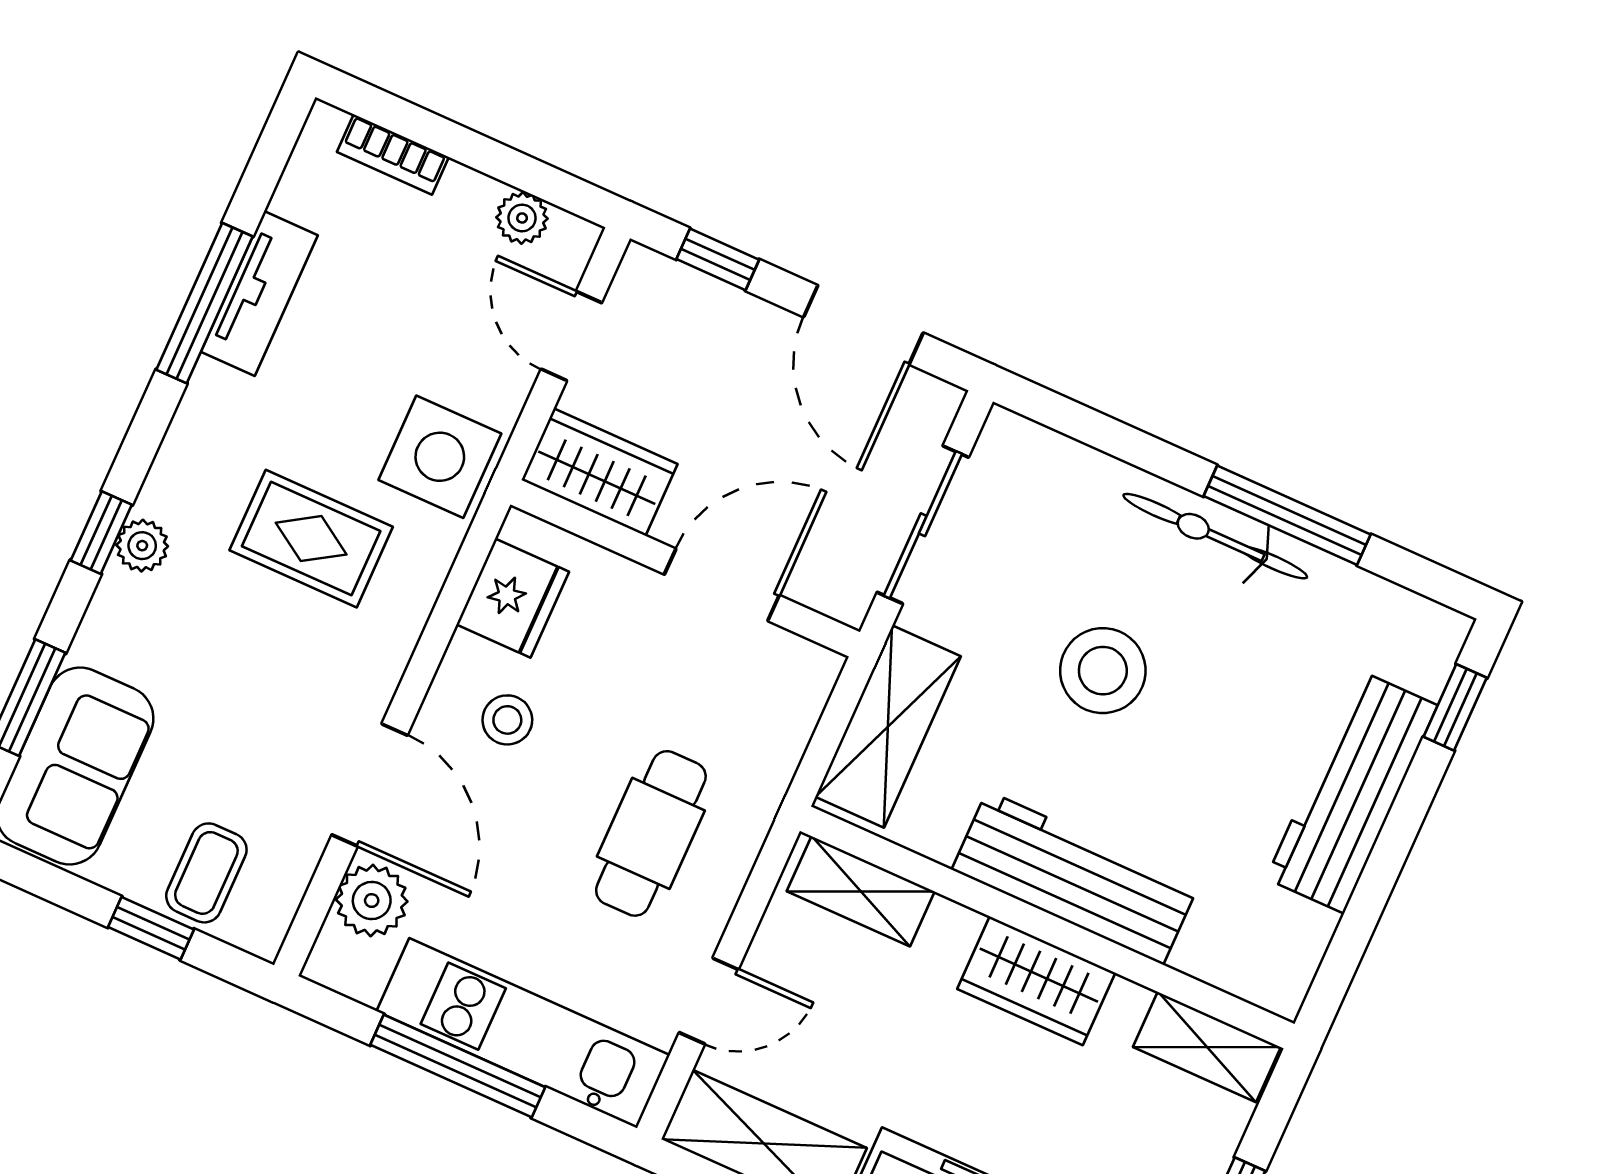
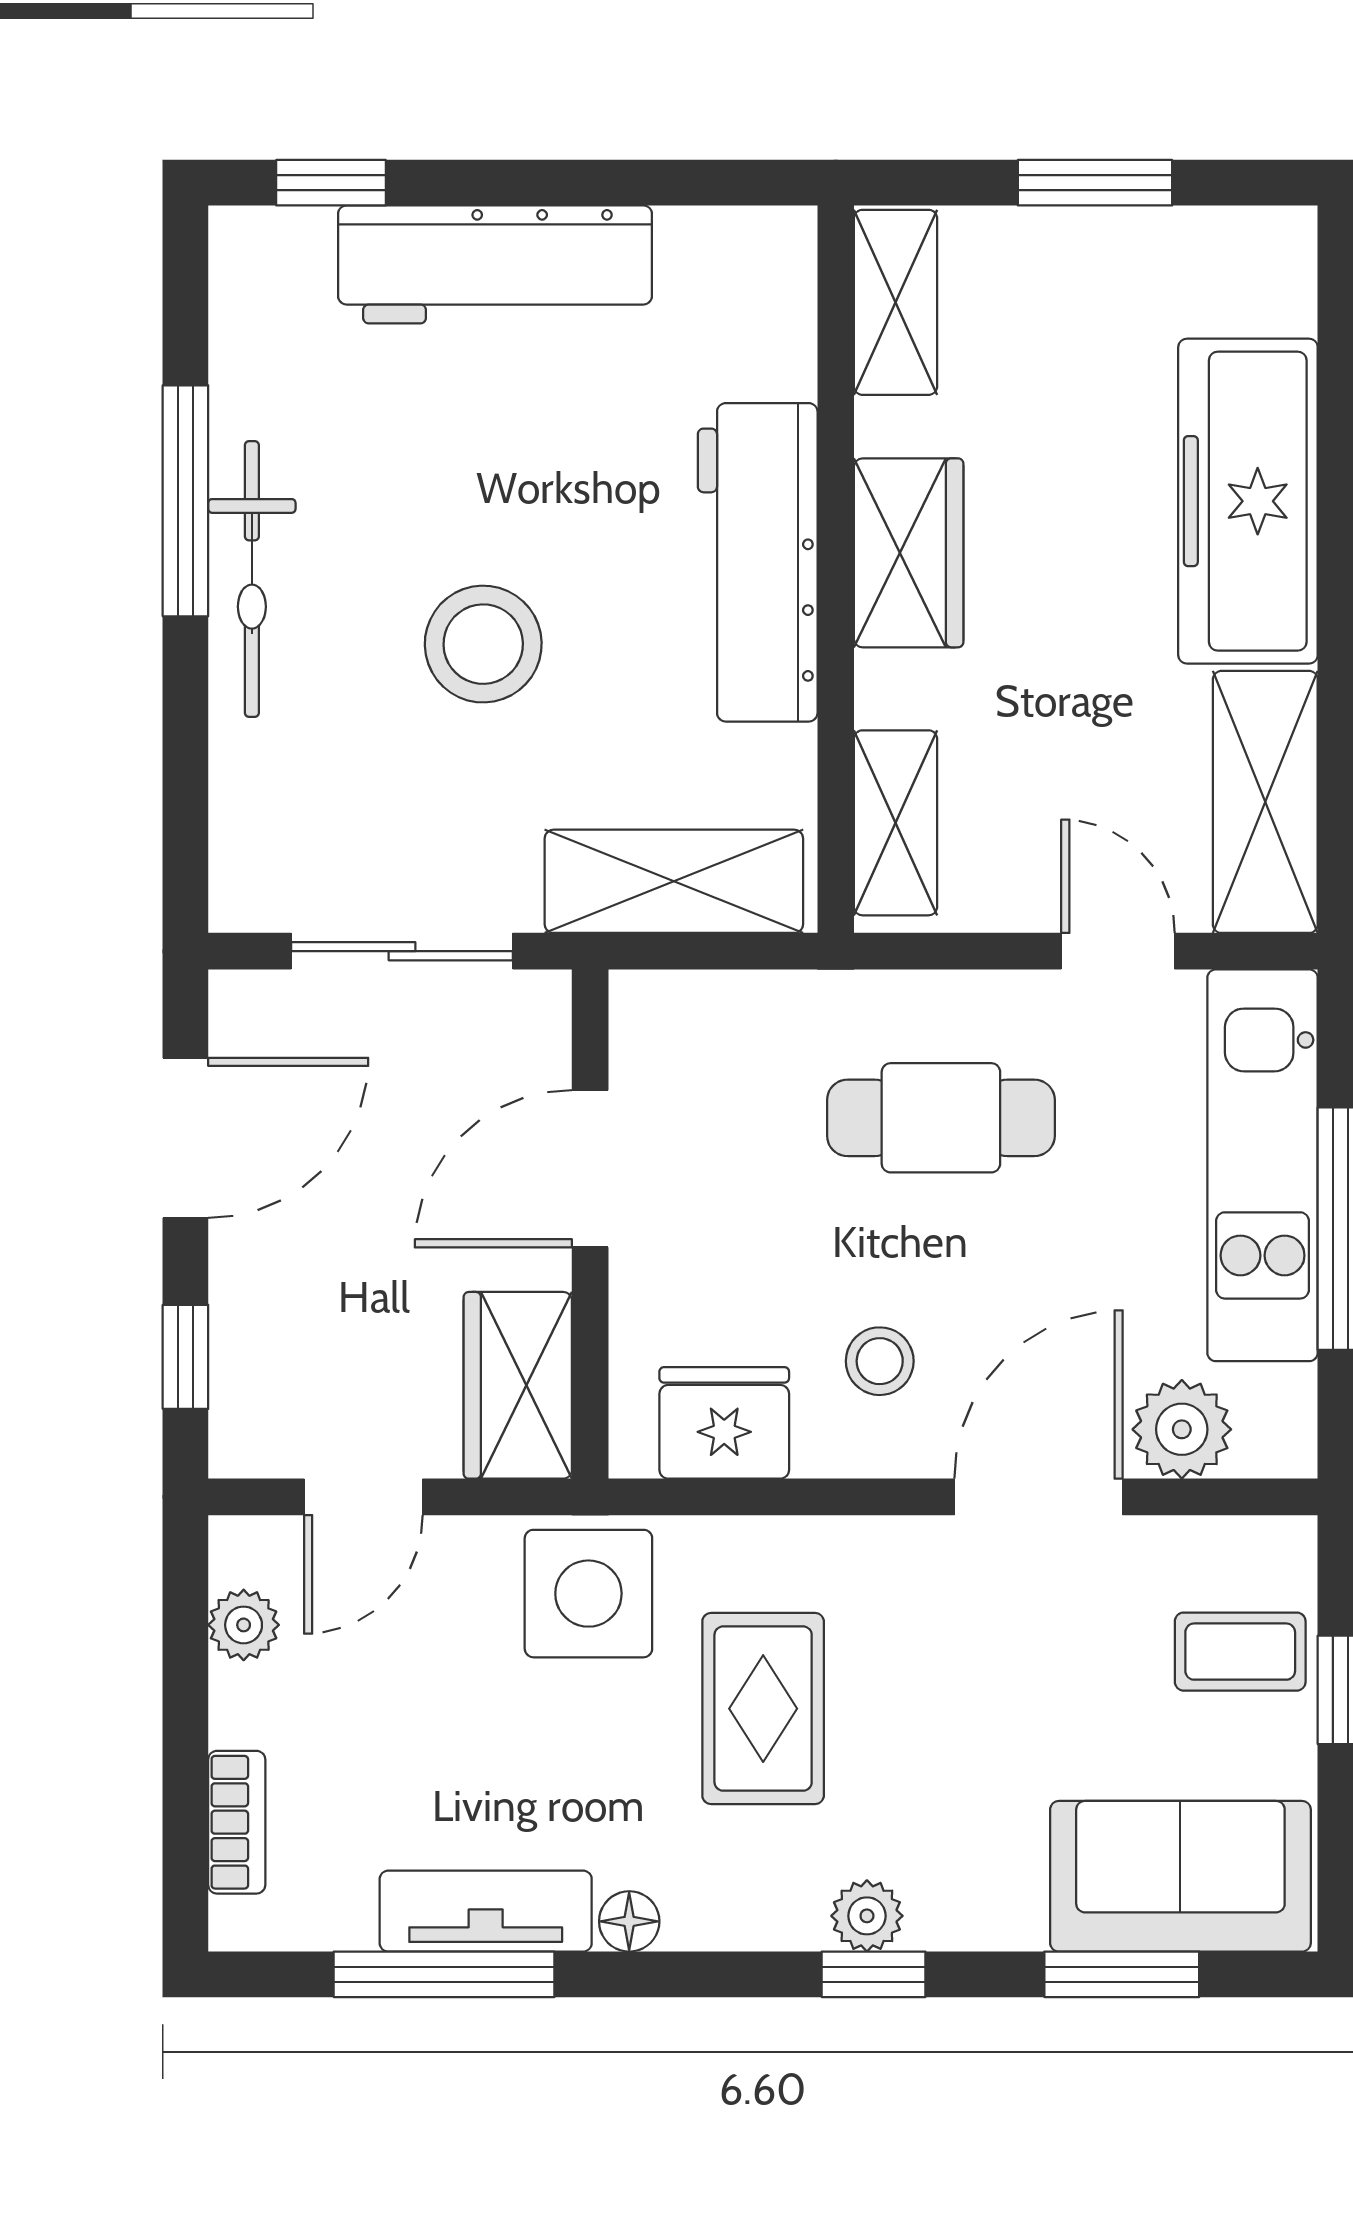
window: (204, 303) -> (444, 1974), moved
floor lamp: (210, 386) -> (629, 1921), added
door: (722, 585) -> (590, 1169), hinge flipped

